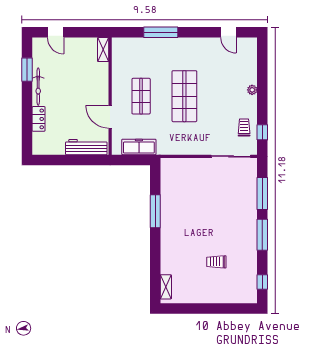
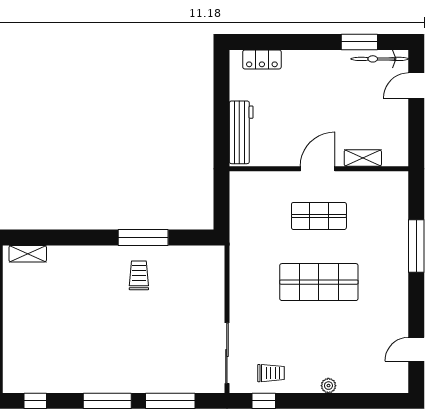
shelving: (103, 50) -> (363, 158), moved
bicycle: (38, 87) -> (380, 59), moved
door: (110, 117) -> (318, 169), moved
locker: (39, 119) -> (262, 59), moved
freezer: (139, 147) -> (241, 213), removed
trolley: (216, 262) -> (139, 275), moved

